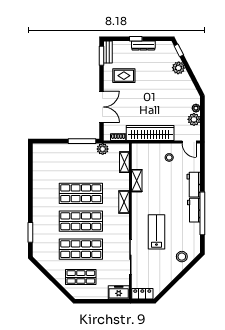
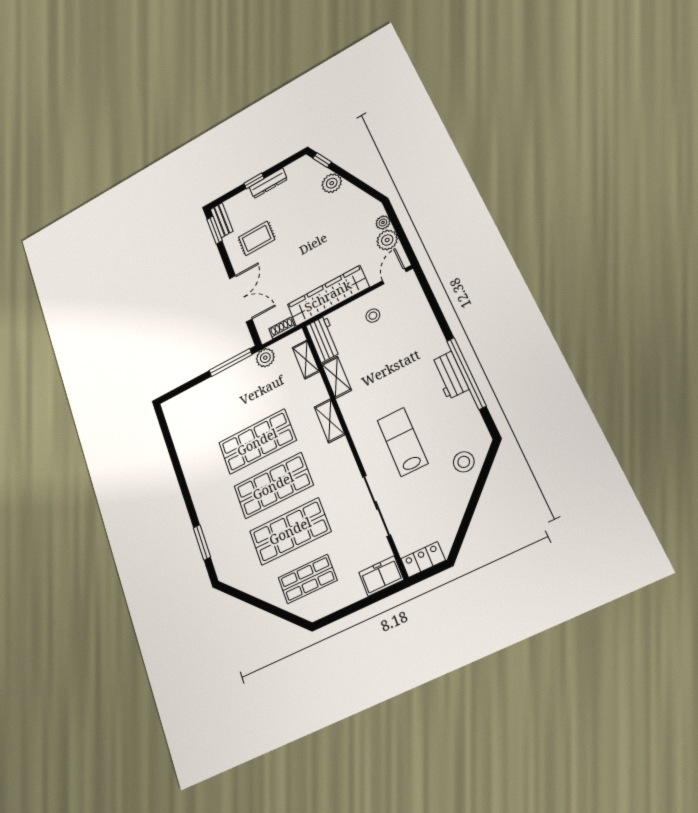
door: (189, 142) -> (394, 276), swing flipped
workbench: (194, 185) -> (323, 339), moved, turned 180

